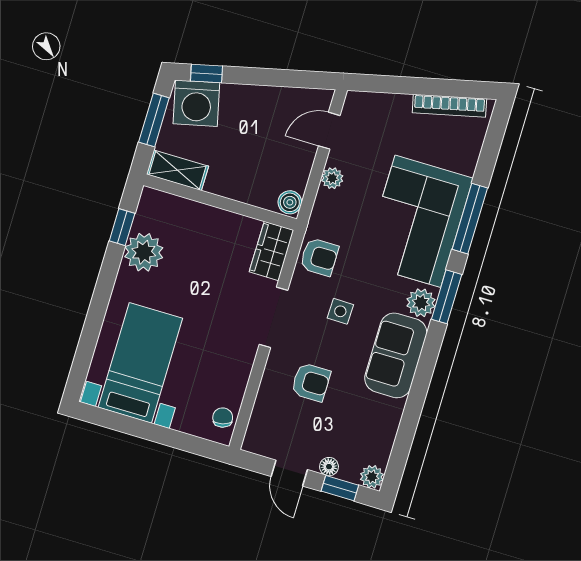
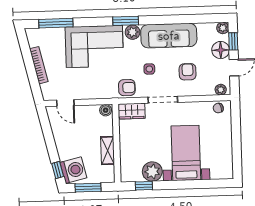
bookcase: (449, 106) -> (39, 65), moved
shelving: (177, 170) -> (108, 150), moved
plant: (332, 178) -> (221, 90), moved
window: (470, 219) -> (56, 23), moved
armchair: (319, 257) -> (127, 88), turned 90
sofa: (396, 355) -> (169, 36), width x1.36
bed with nightstands: (140, 363) -> (186, 153), moved, turned 90
floor lamp: (329, 467) -> (221, 50), width x1.89, depth x1.89

